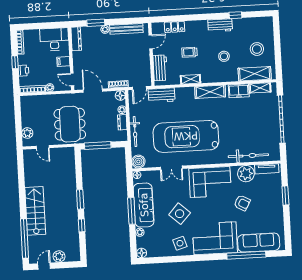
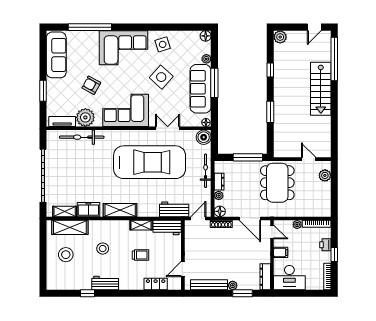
workbench: (160, 68) -> (167, 227), moved, turned -90
window: (80, 199) -> (270, 112), moved
sofa: (259, 243) -> (56, 55), moved, turned -90
plant: (59, 256) -> (280, 37), moved

